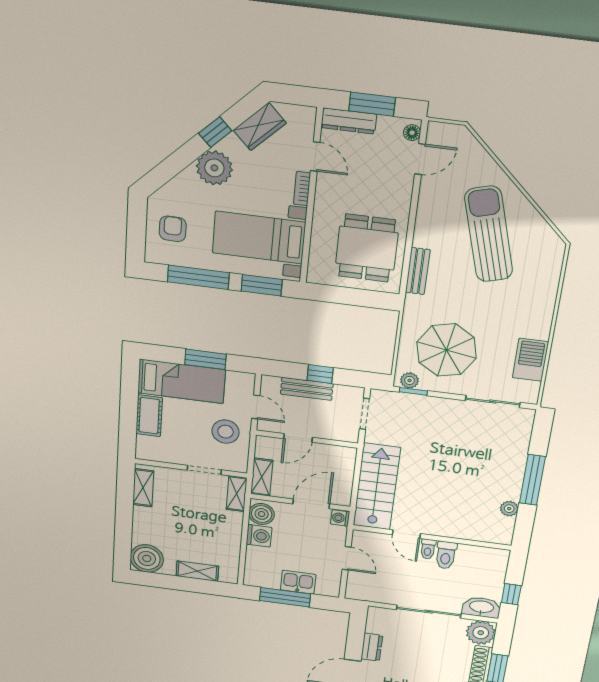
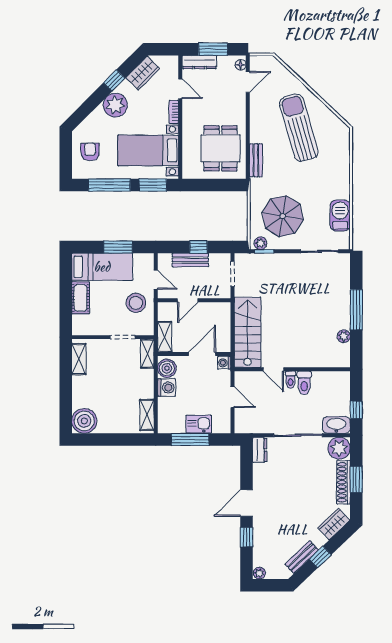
shelving: (197, 571) -> (147, 415), moved, turned 90
dresser: (372, 647) -> (260, 450), moved

